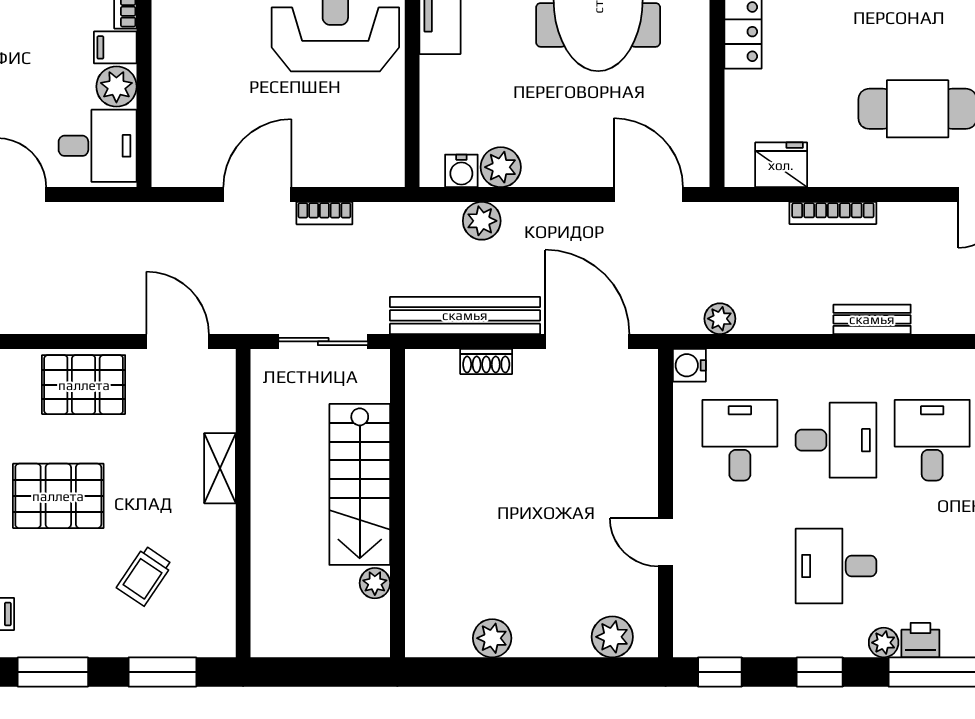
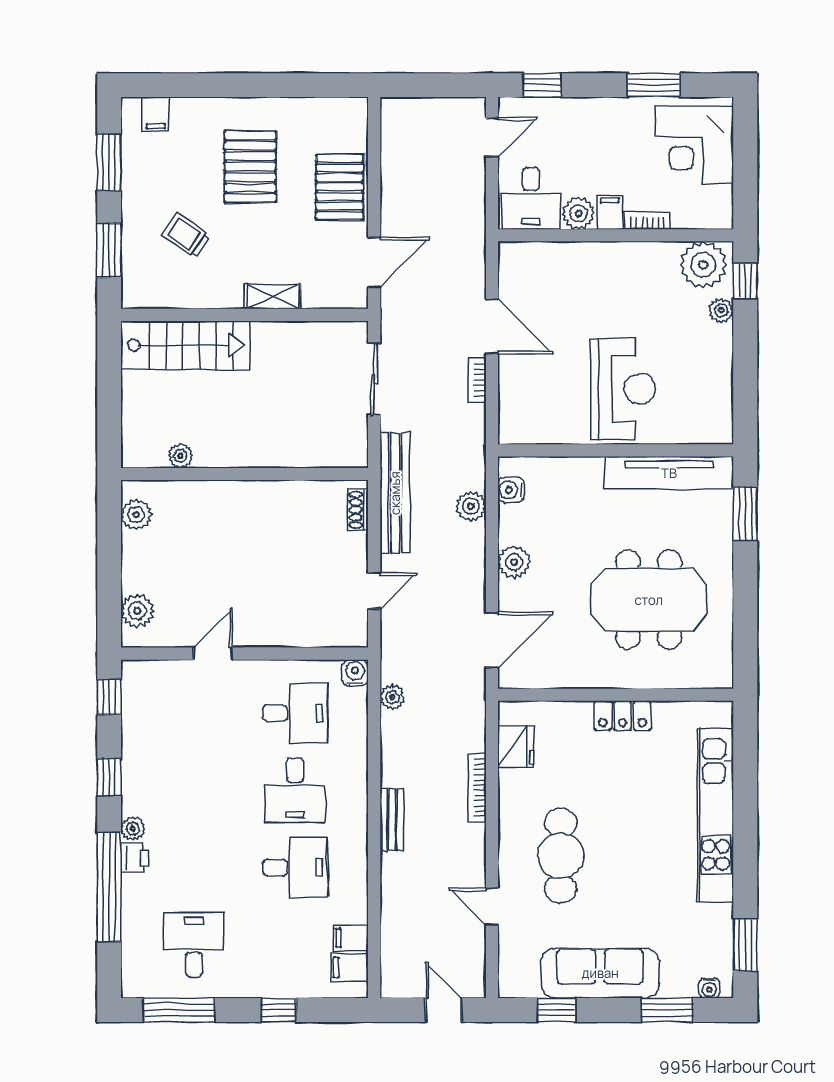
plant: (501, 167) -> (514, 562), moved
door: (587, 341) -> (374, 591), width x0.53
stairs: (360, 484) -> (185, 345), moved, turned 180
wall: (397, 503) -> (245, 474), moved
desk: (836, 566) -> (194, 790), removed
plant: (375, 583) -> (180, 456), moved

